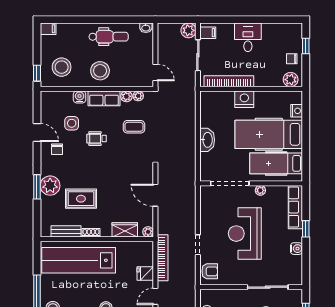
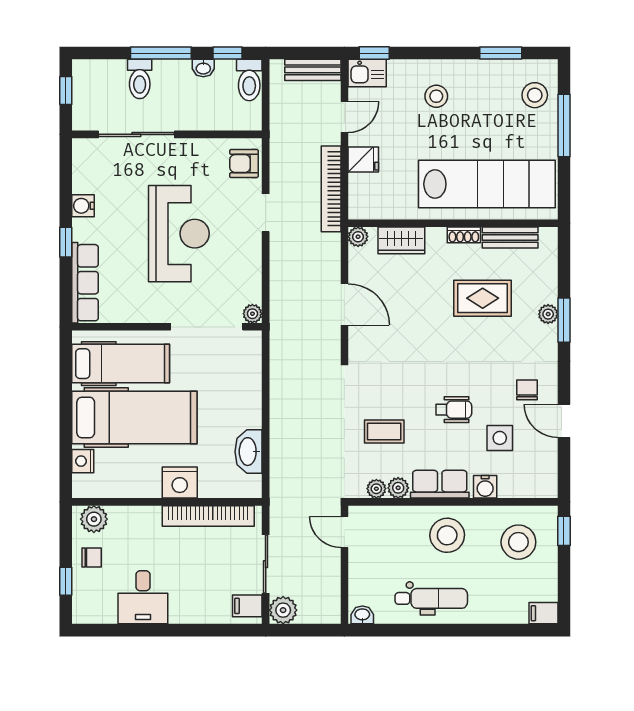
dental chair: (109, 37) -> (431, 598), turned 180
desk: (248, 37) -> (143, 597), moved
washbasin: (207, 140) -> (248, 452), moved
plant: (50, 186) -> (548, 314), width x0.53, depth x0.53
plant: (260, 190) -> (252, 314), moved

